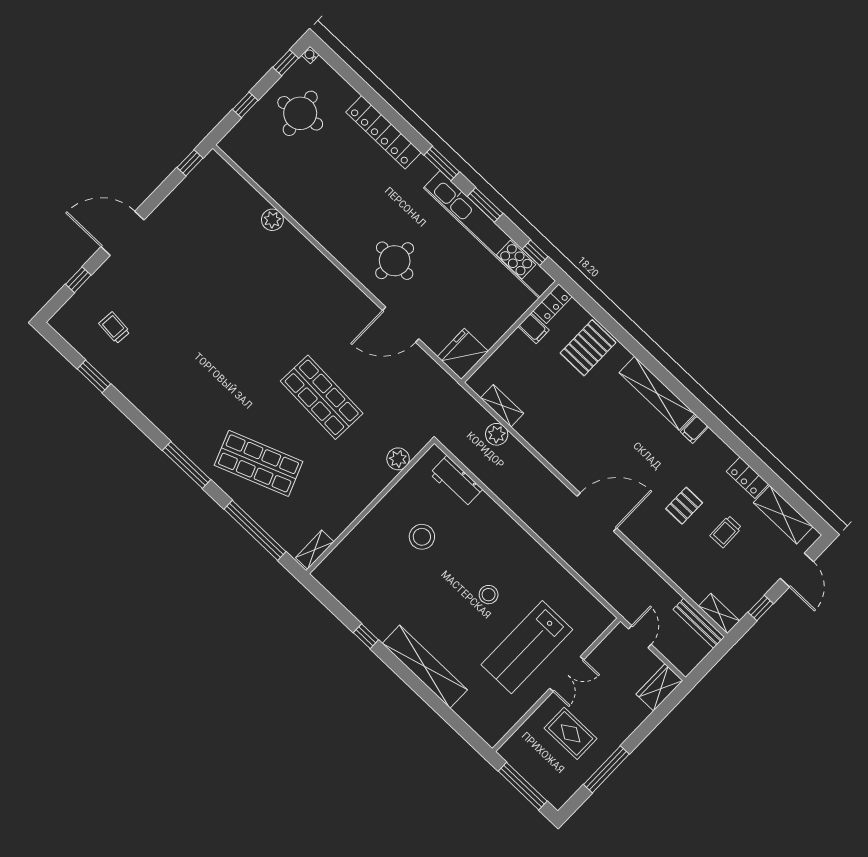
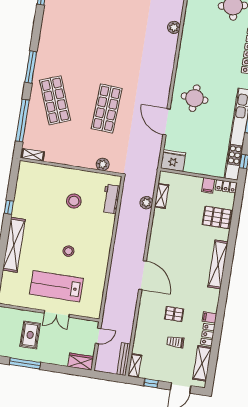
filing cabinet: (694, 429) -> (210, 317), moved

